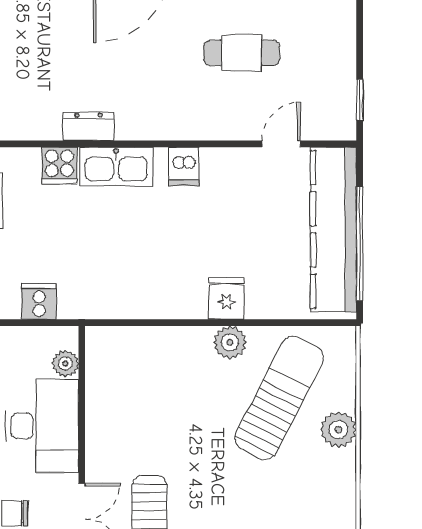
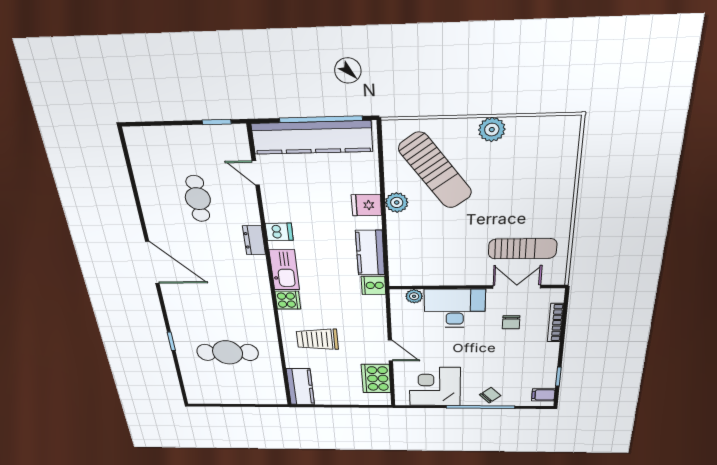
dresser: (88, 126) -> (254, 240), moved
kitchen counter: (145, 300) -> (370, 253), added
cooker: (39, 302) -> (373, 285), moved
sun lounger: (279, 398) -> (435, 171), turned -153
plant: (338, 430) -> (492, 130), moved

